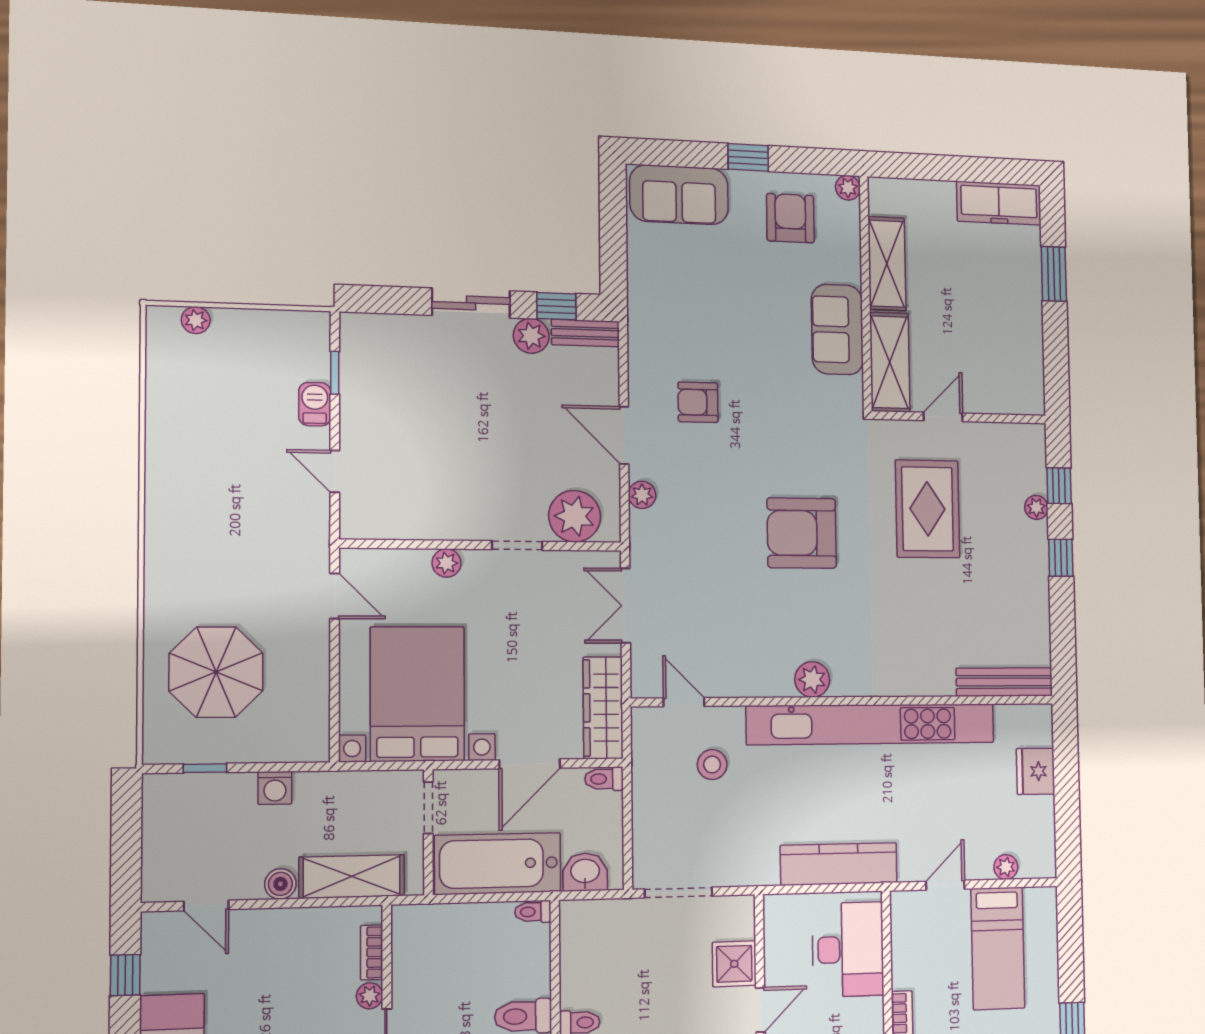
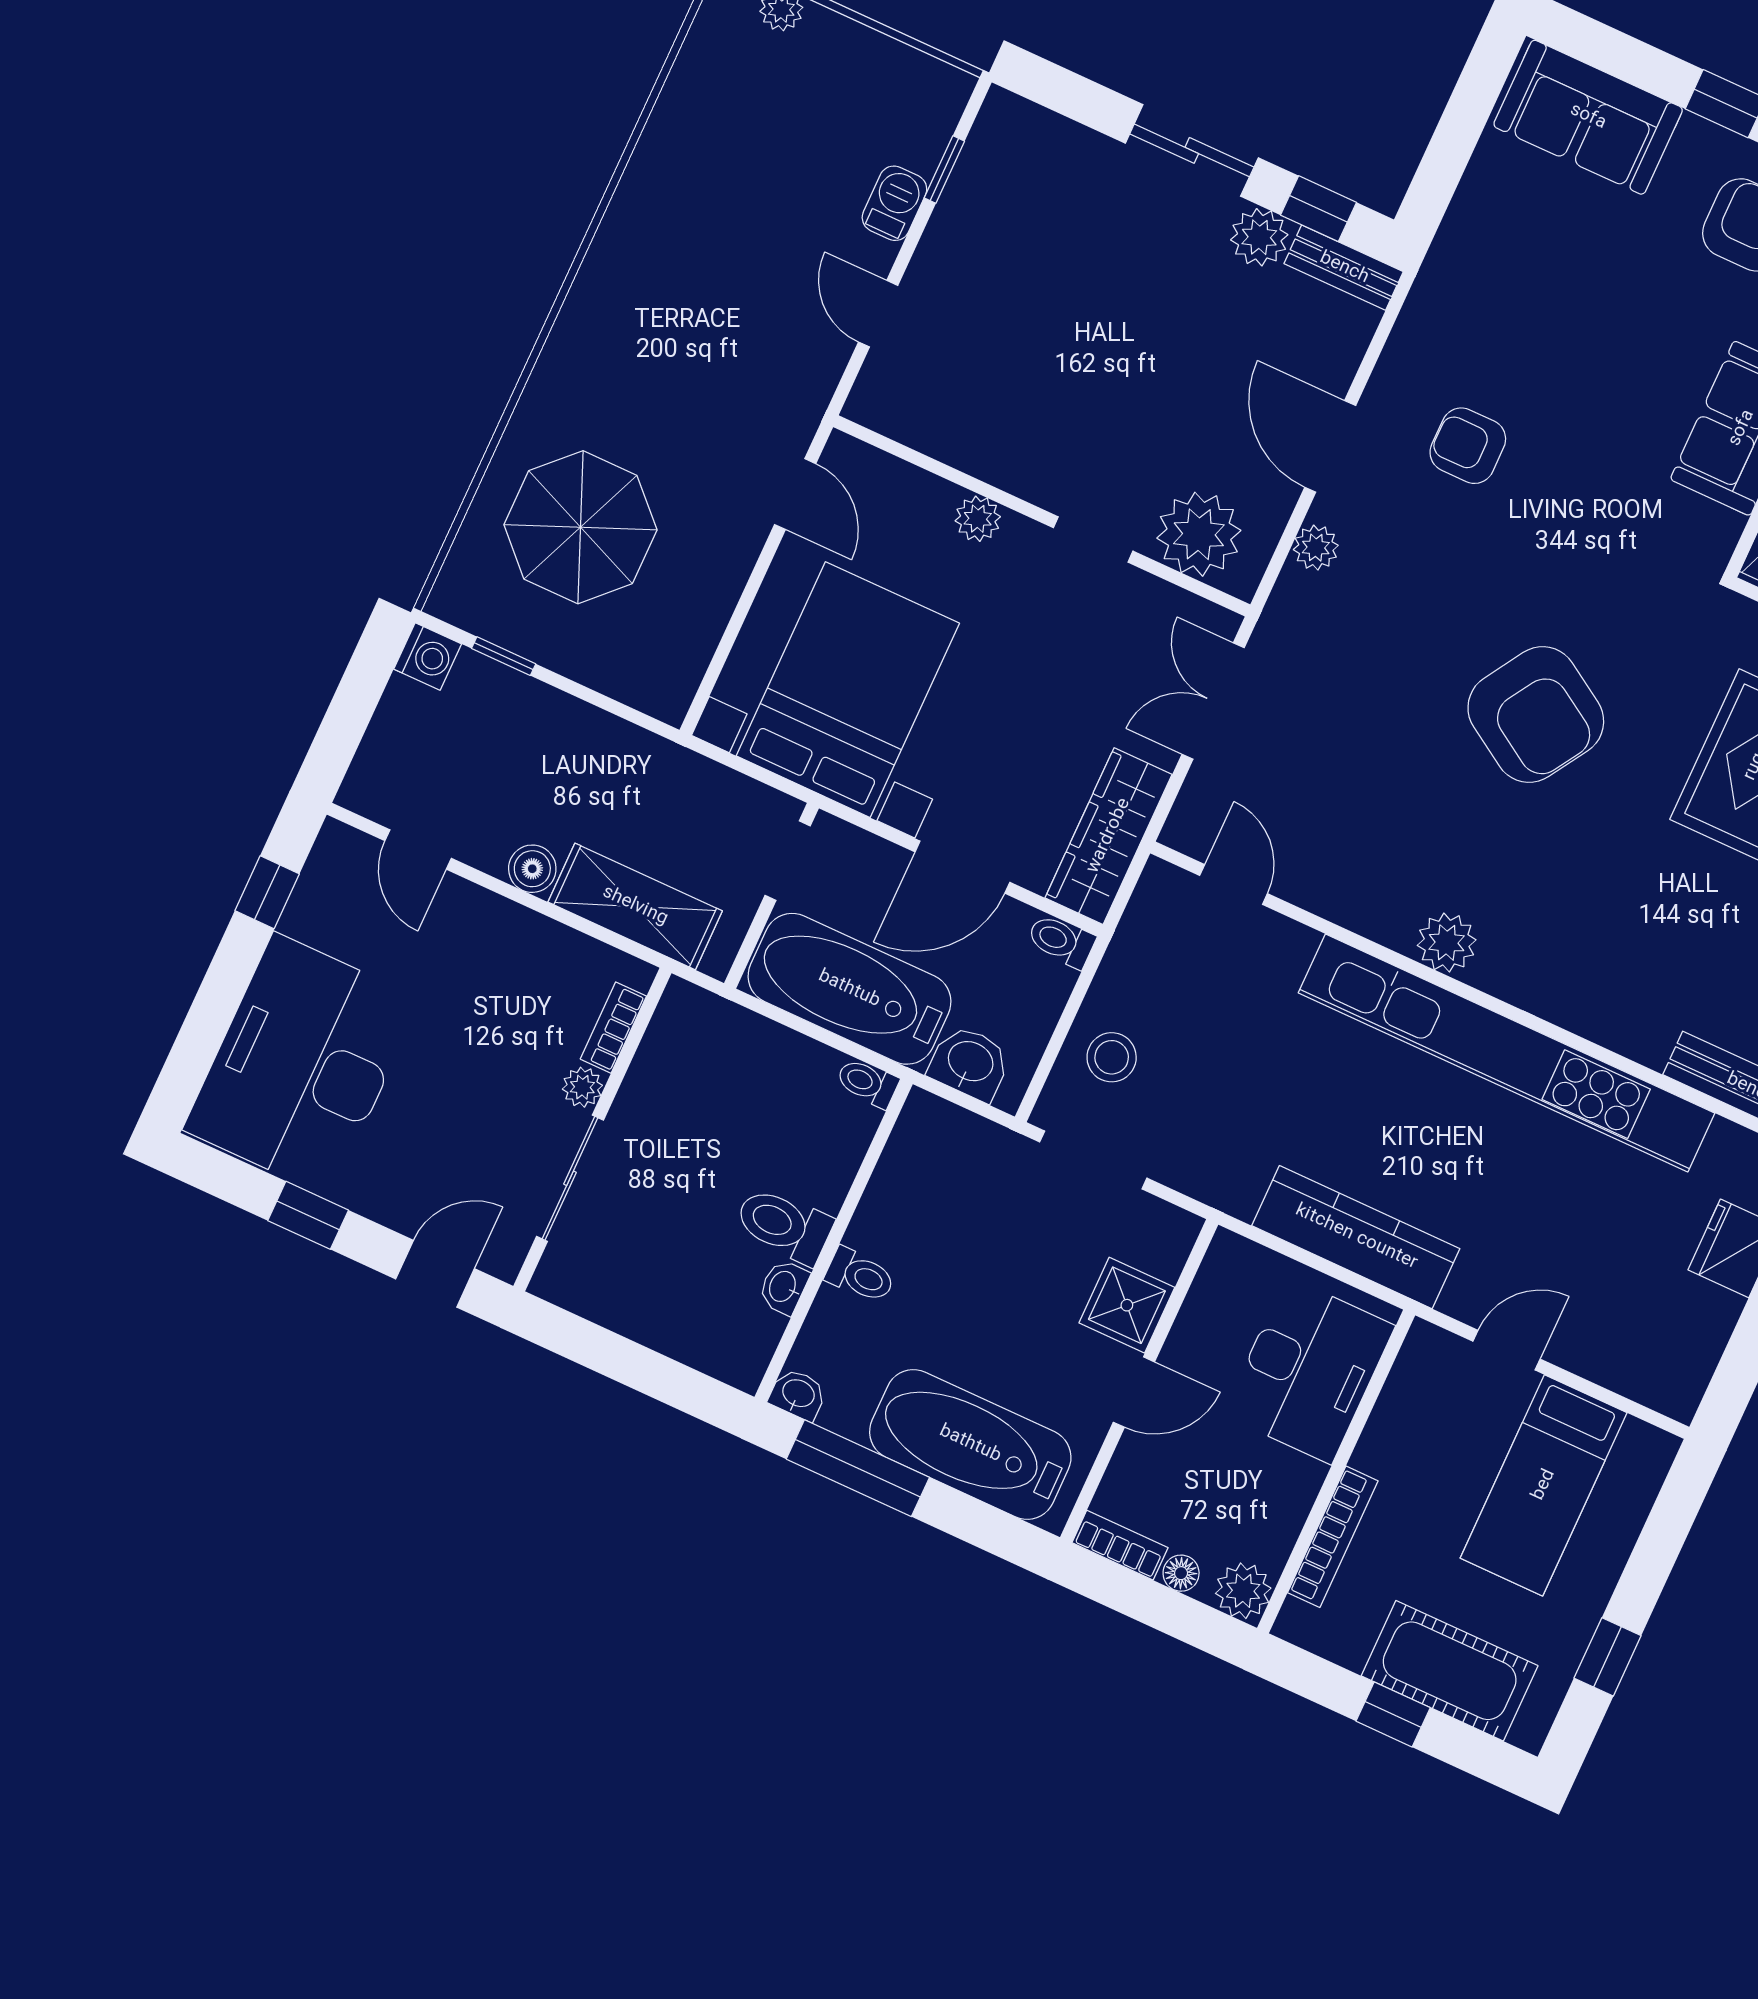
armchair: (802, 533) -> (1536, 715), turned -148
stool: (712, 765) -> (1112, 1057), moved
washing machine: (275, 788) -> (428, 656), moved, turned -90
plant: (1006, 867) -> (1616, 1370), removed

